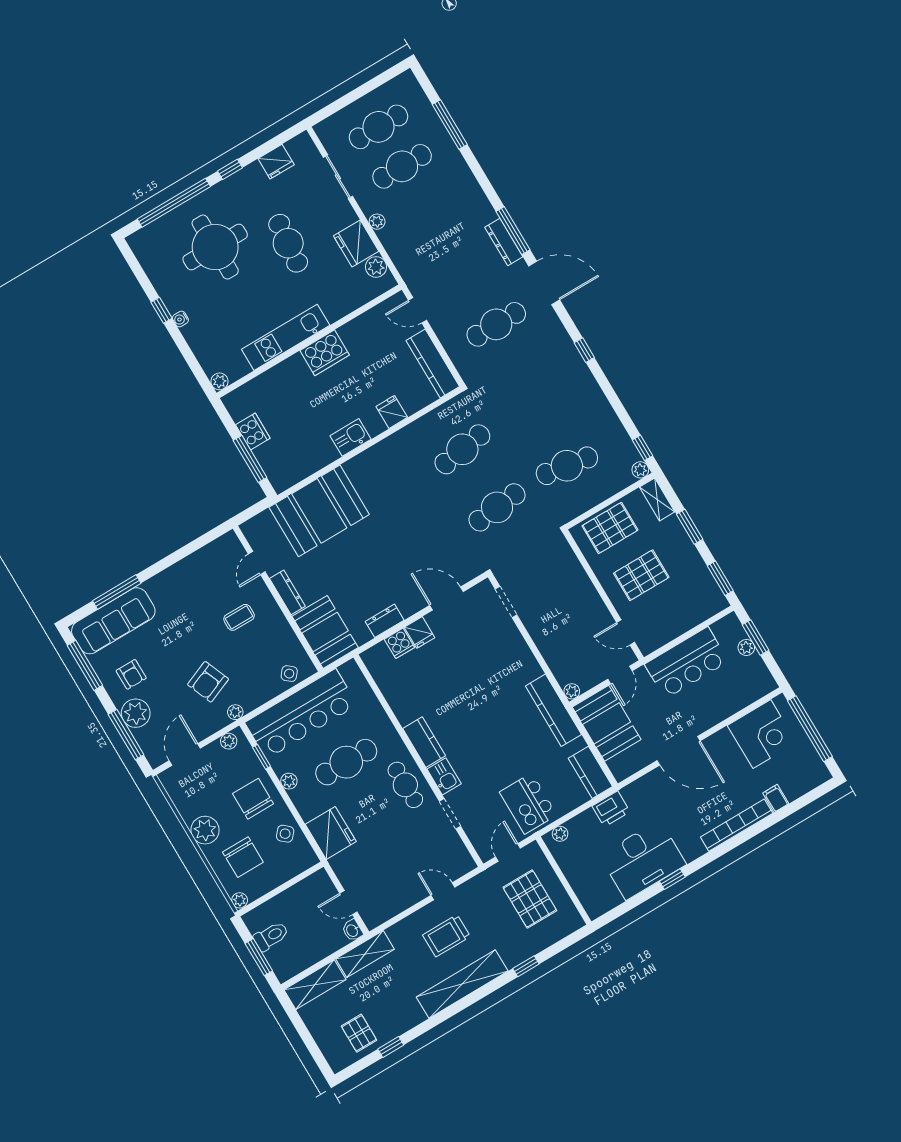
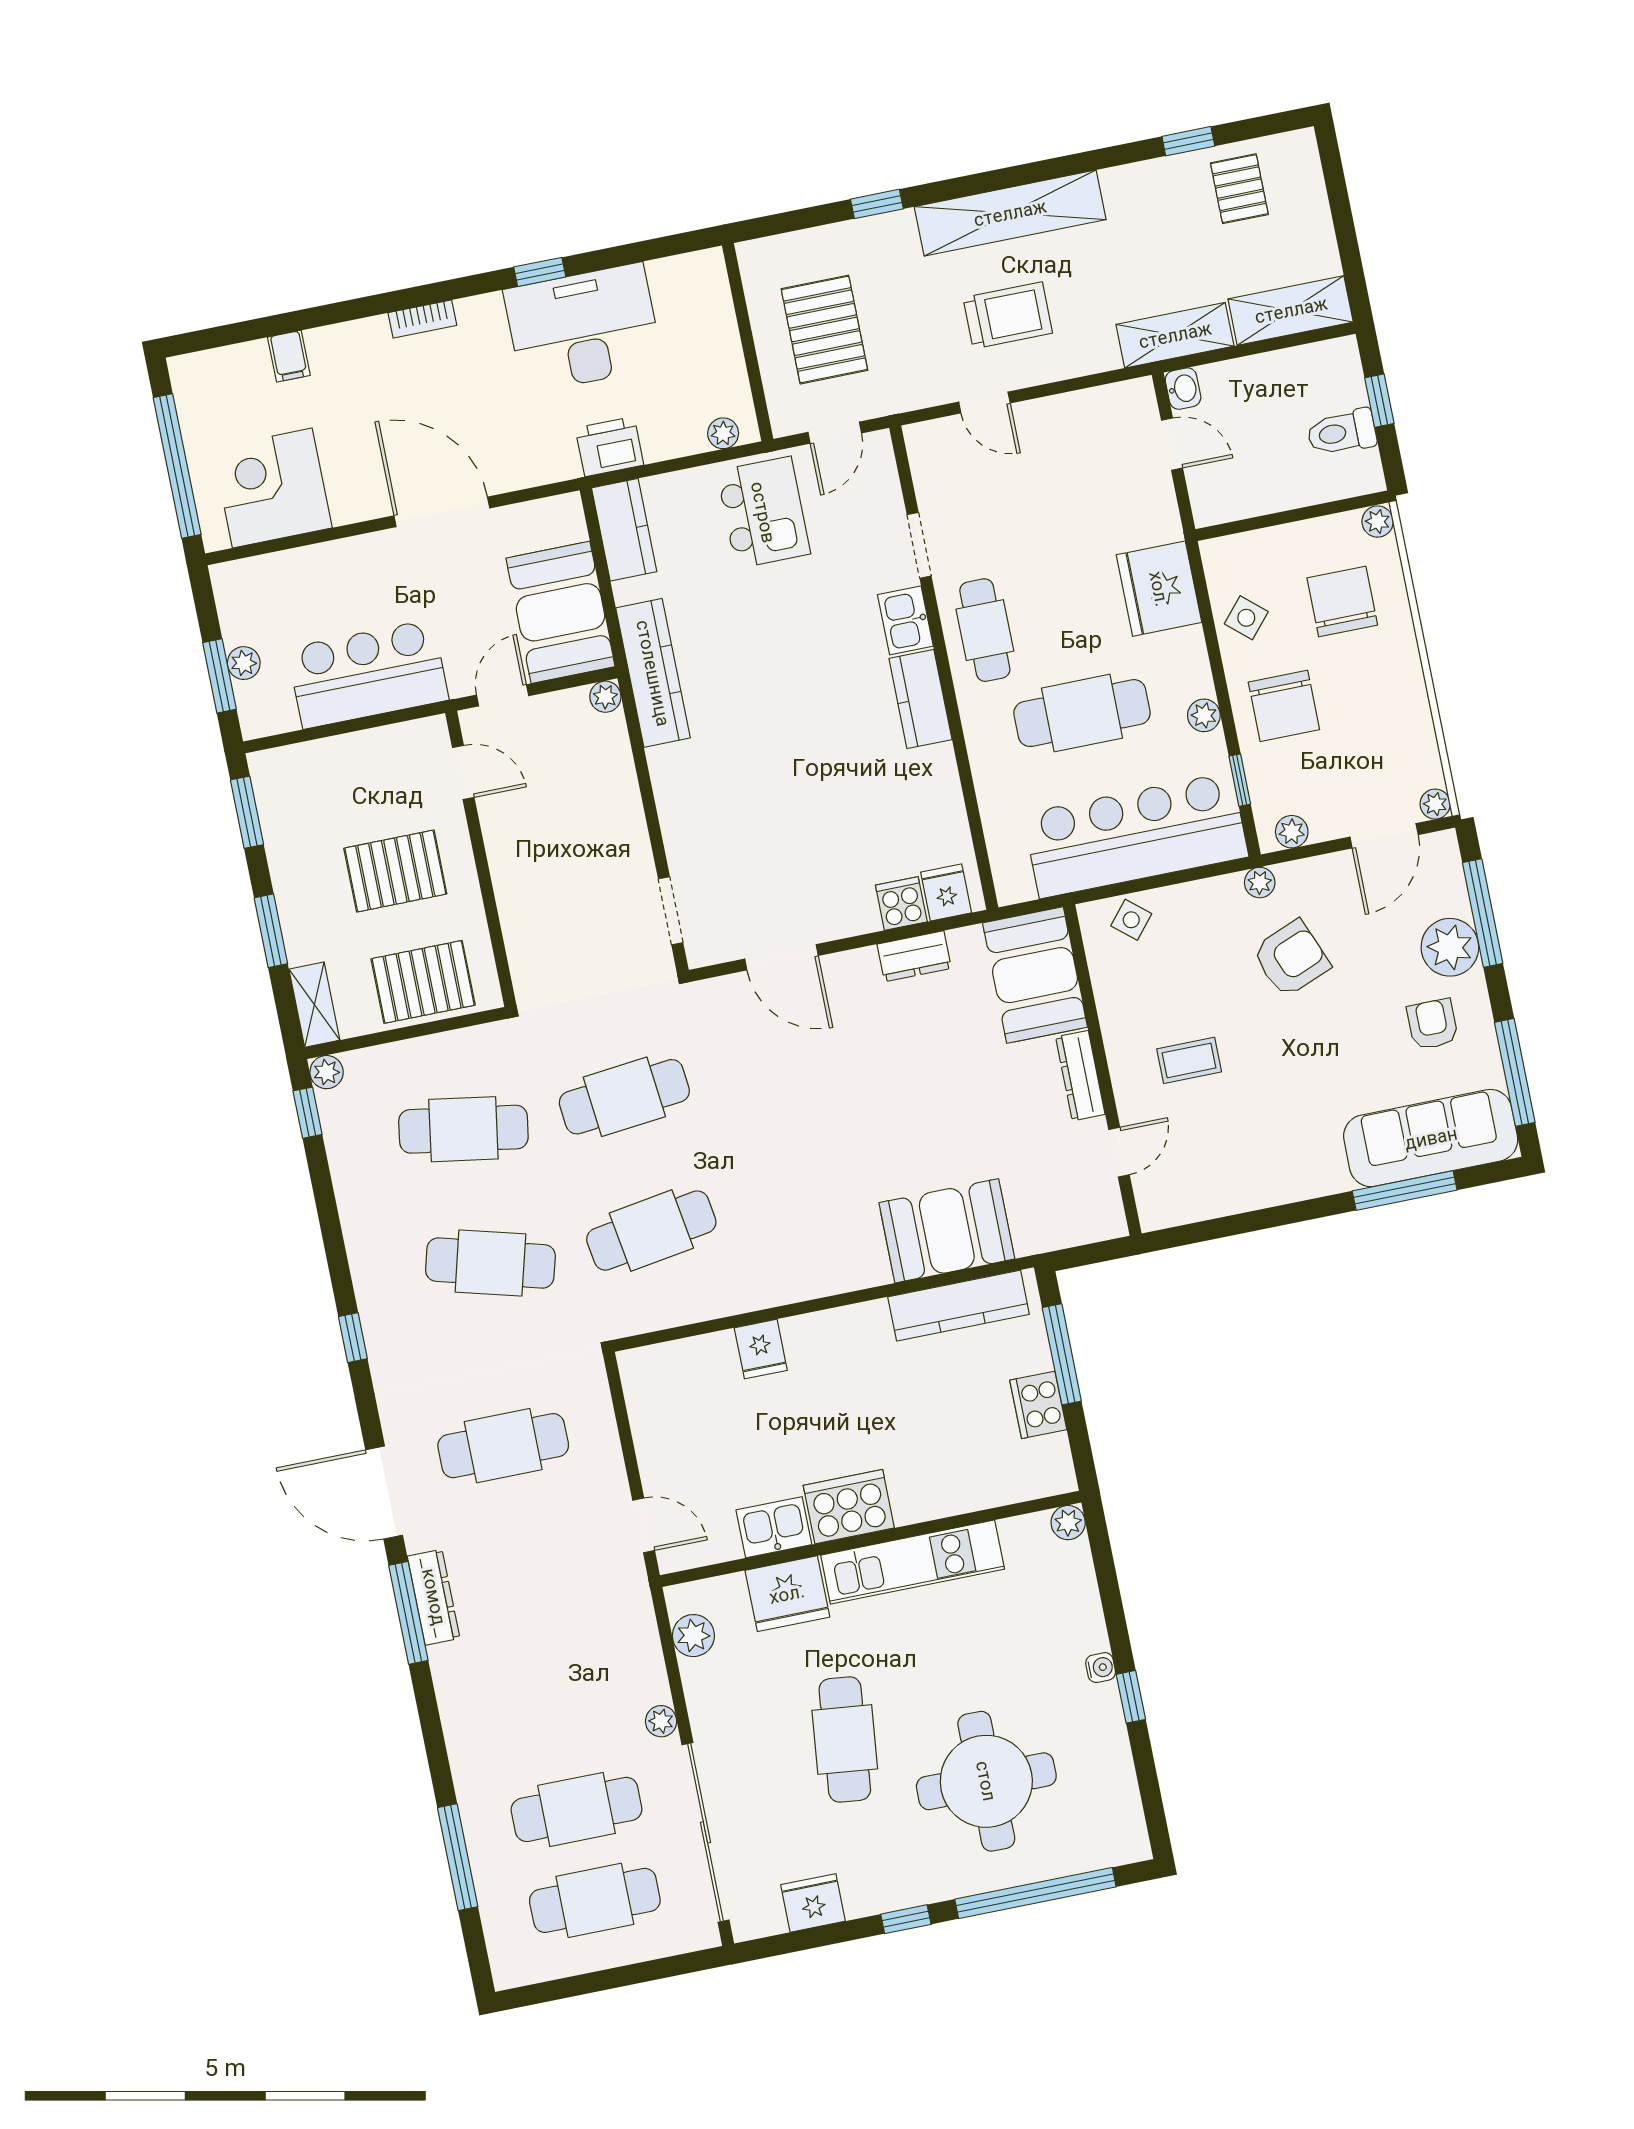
sliding door: (338, 177) -> (706, 1832), width x1.86
fridge: (356, 243) -> (787, 1594), moved, turned 90
kitchen counter: (433, 363) -> (959, 1306), moved, turned 90
cafe table: (532, 408) -> (490, 1263), added
kitchen sink: (351, 437) -> (774, 1527), moved, turned 180
booth: (319, 511) -> (947, 1231), width x0.73, depth x0.70
fridge: (419, 632) -> (946, 892), moved
bookcase: (737, 825) -> (422, 319), width x0.43, depth x0.76
plant: (205, 830) -> (1435, 804), moved, width x0.53, depth x0.53
window: (259, 957) -> (1379, 401), width x0.67

